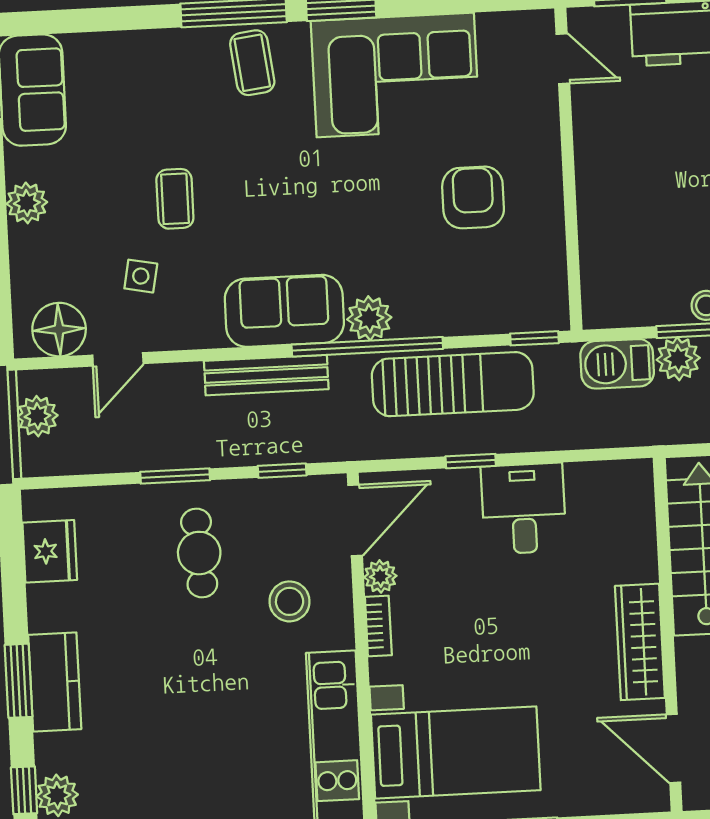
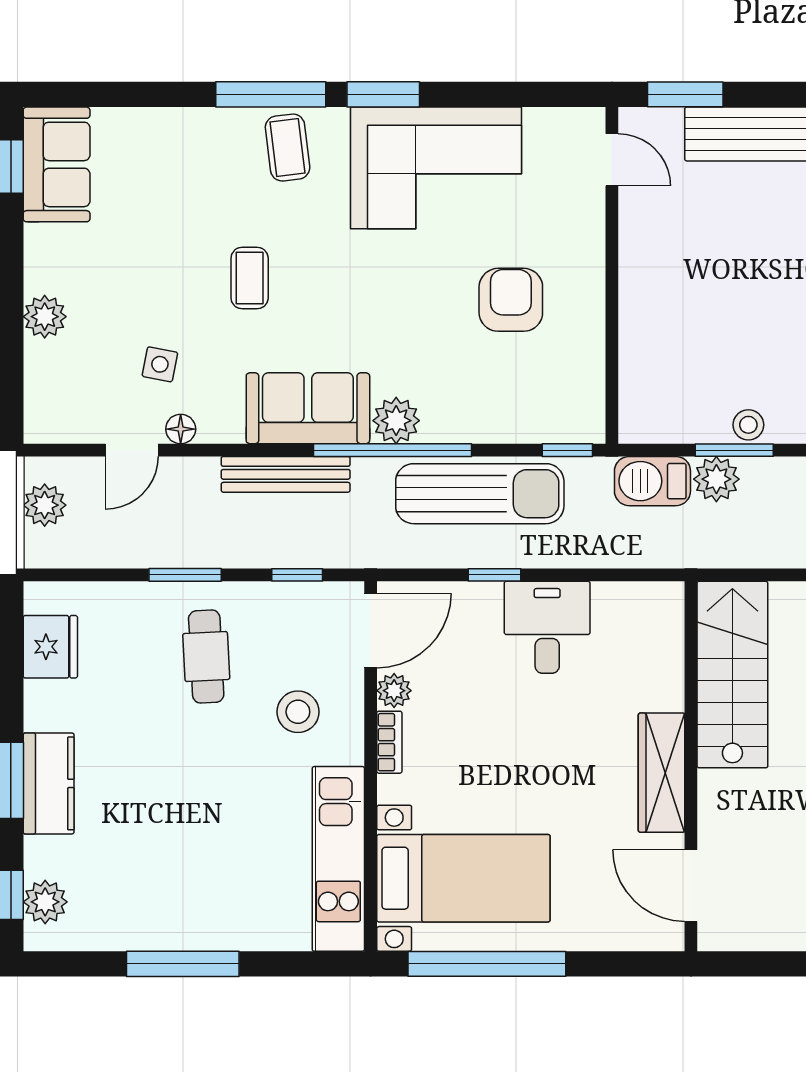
coffee table: (175, 199) -> (250, 278), moved
plant: (27, 203) -> (45, 317), moved
floor lamp: (59, 330) -> (181, 429), moved, width x0.53, depth x0.53

